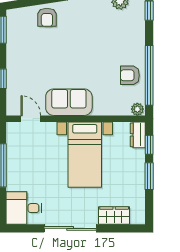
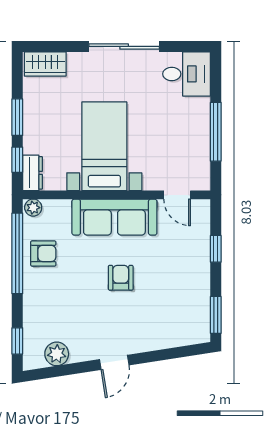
armchair: (47, 17) -> (121, 278), moved
sofa: (69, 102) -> (114, 217), width x1.36
wardrobe: (114, 216) -> (45, 64), moved

